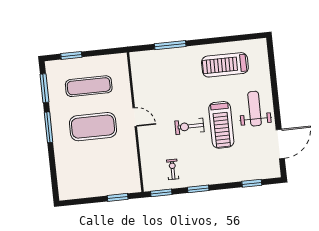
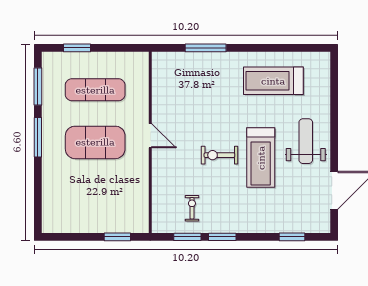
window: (161, 193) -> (187, 237), moved

